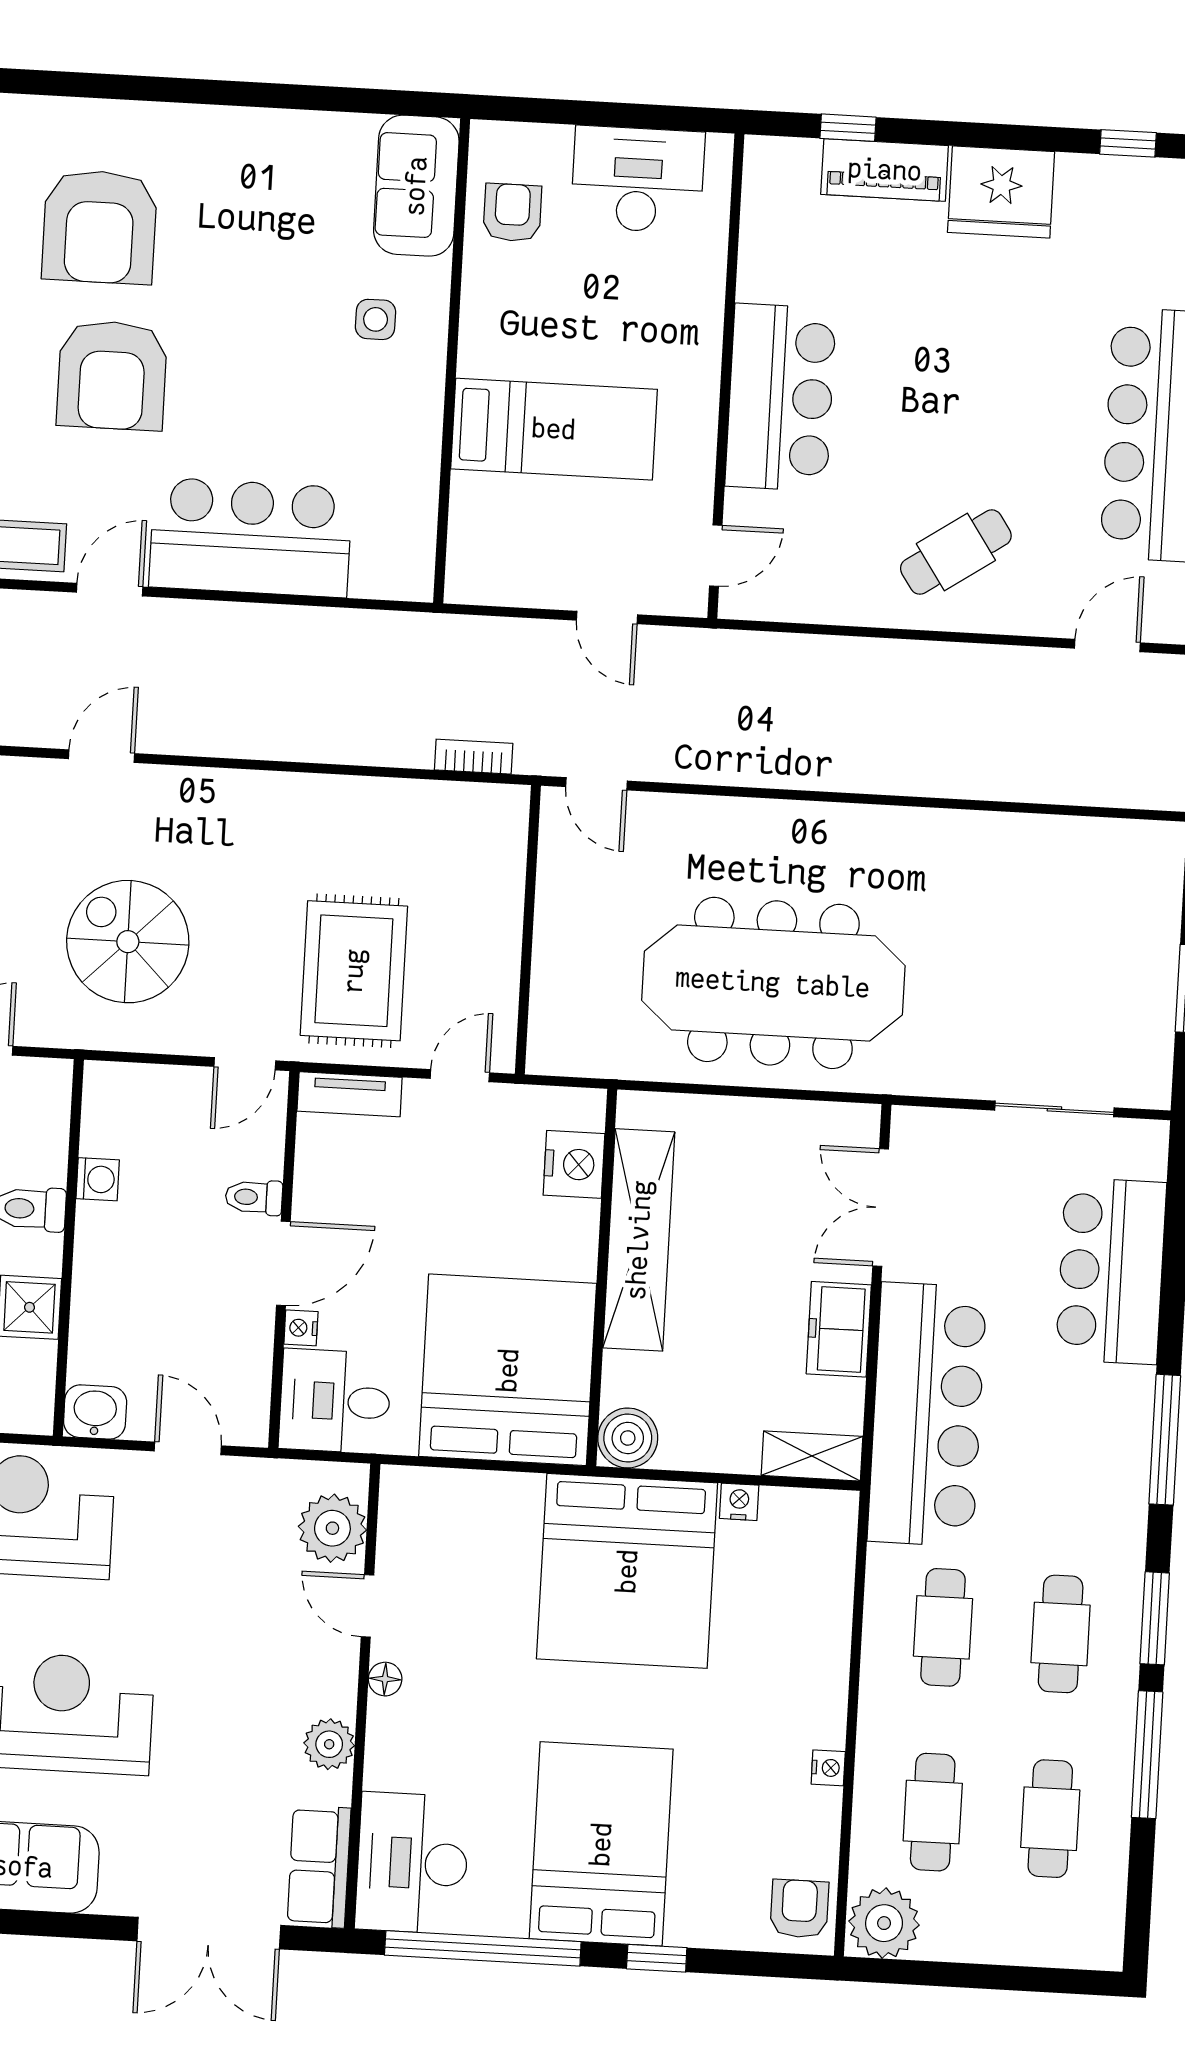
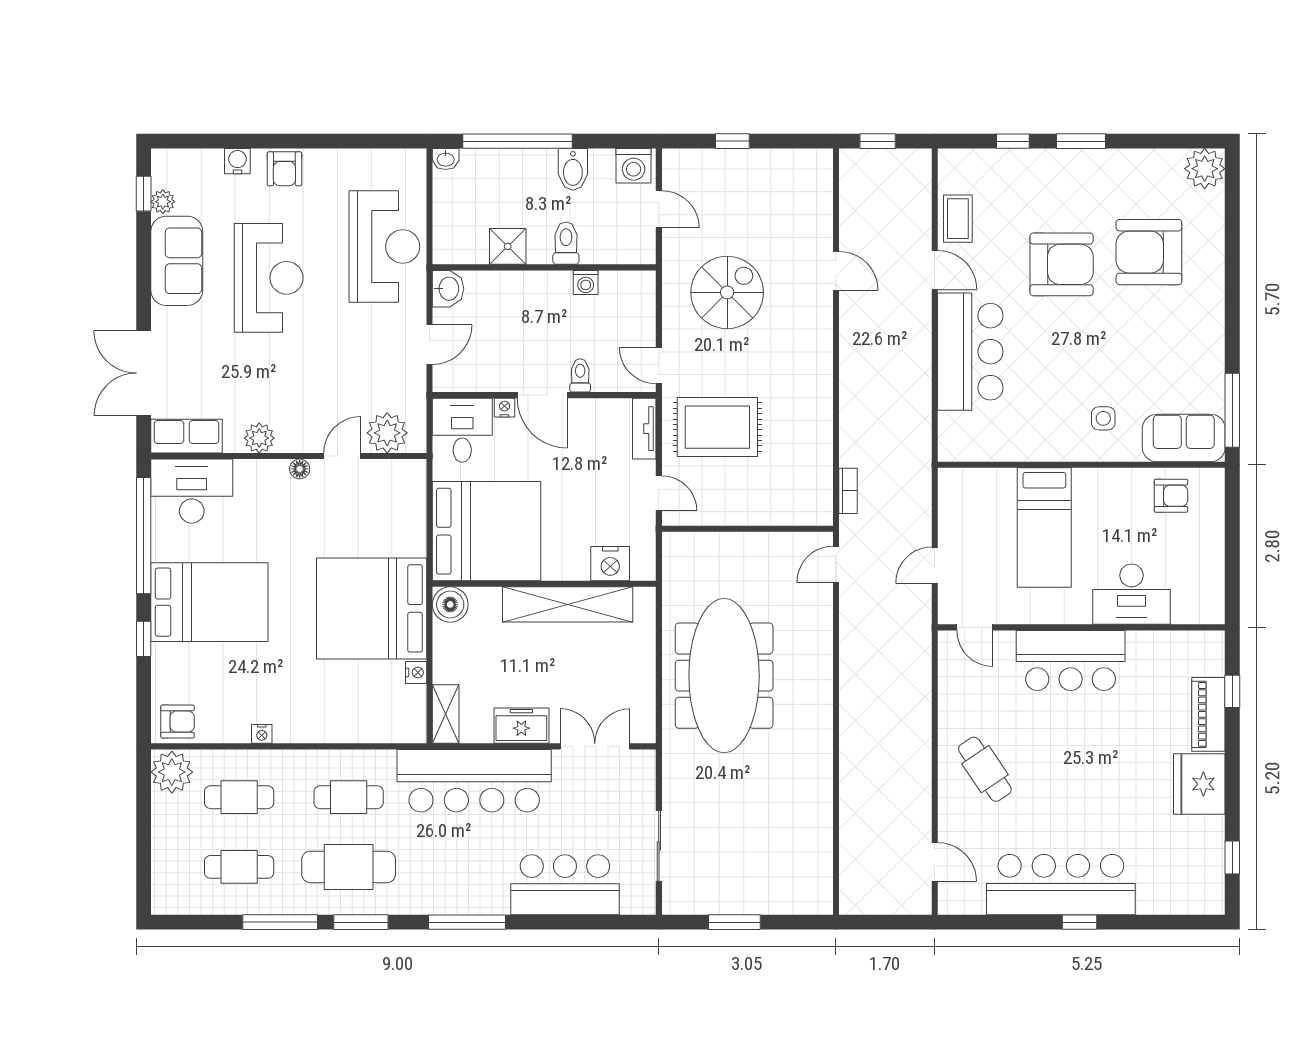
window: (374, 101) -> (1232, 410), added
desk: (638, 179) -> (1131, 594), moved, turned 90
armchair: (112, 375) -> (1062, 264), turned 180
cafe table: (1061, 1634) -> (349, 867), width x1.37, depth x1.35

